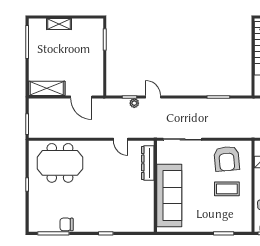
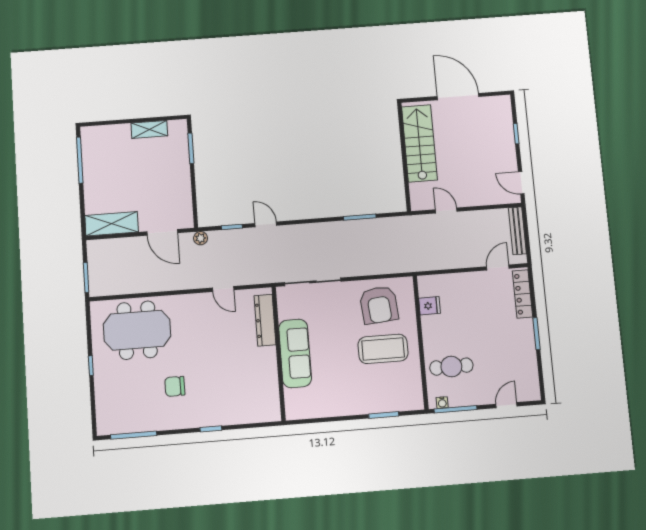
shelving: (59, 24) -> (149, 129), moved
plant: (134, 103) -> (201, 238), moved
coffee table: (227, 189) -> (383, 349), width x1.36, depth x1.32
sofa: (169, 195) -> (295, 353), width x0.74, depth x0.79
chair: (67, 224) -> (175, 386), moved

